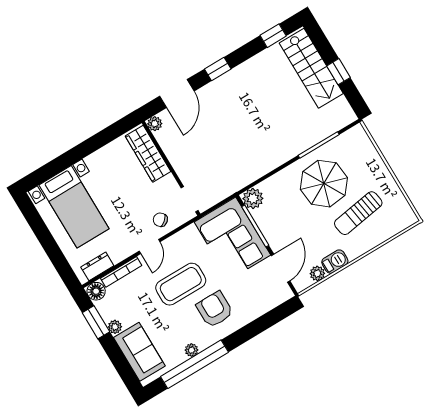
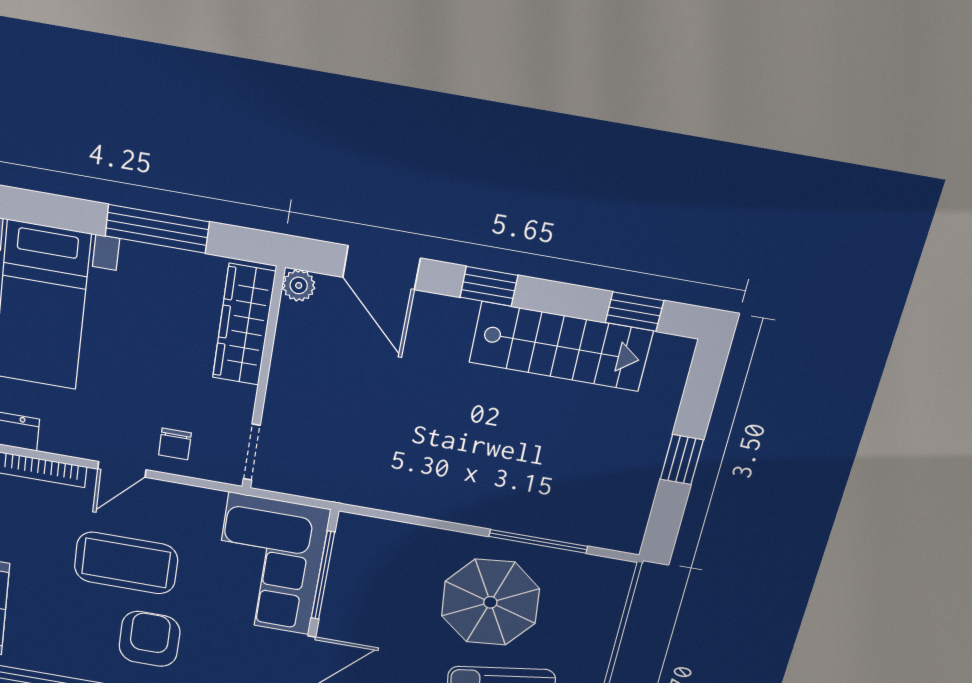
stairs: (311, 68) -> (561, 347), moved, turned -90
door: (177, 94) -> (381, 268), hinge flipped
window: (92, 145) -> (157, 229), added
plant: (253, 199) -> (357, 534), removed
chair: (160, 220) -> (175, 444), turned -140
plant: (192, 350) -> (63, 665), removed

